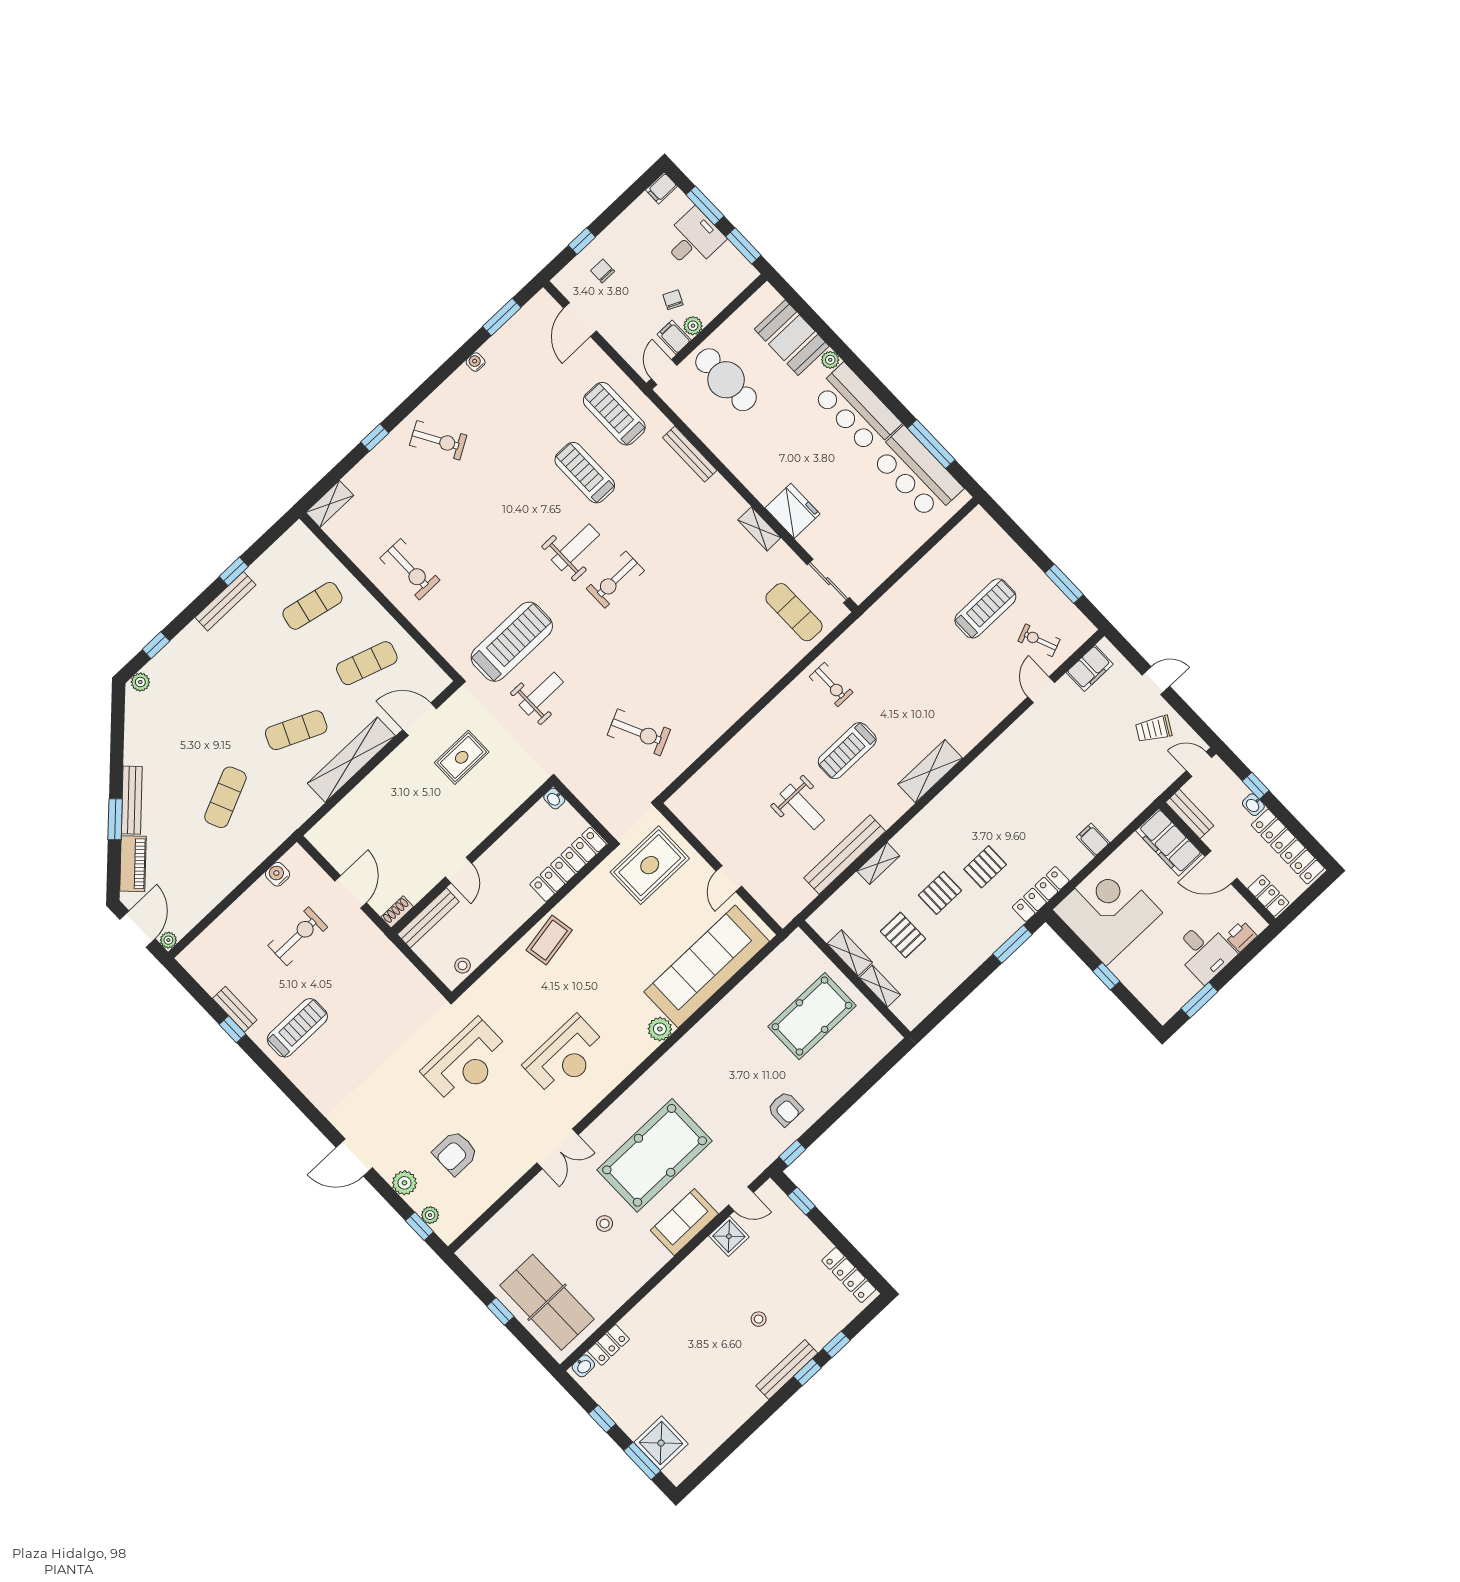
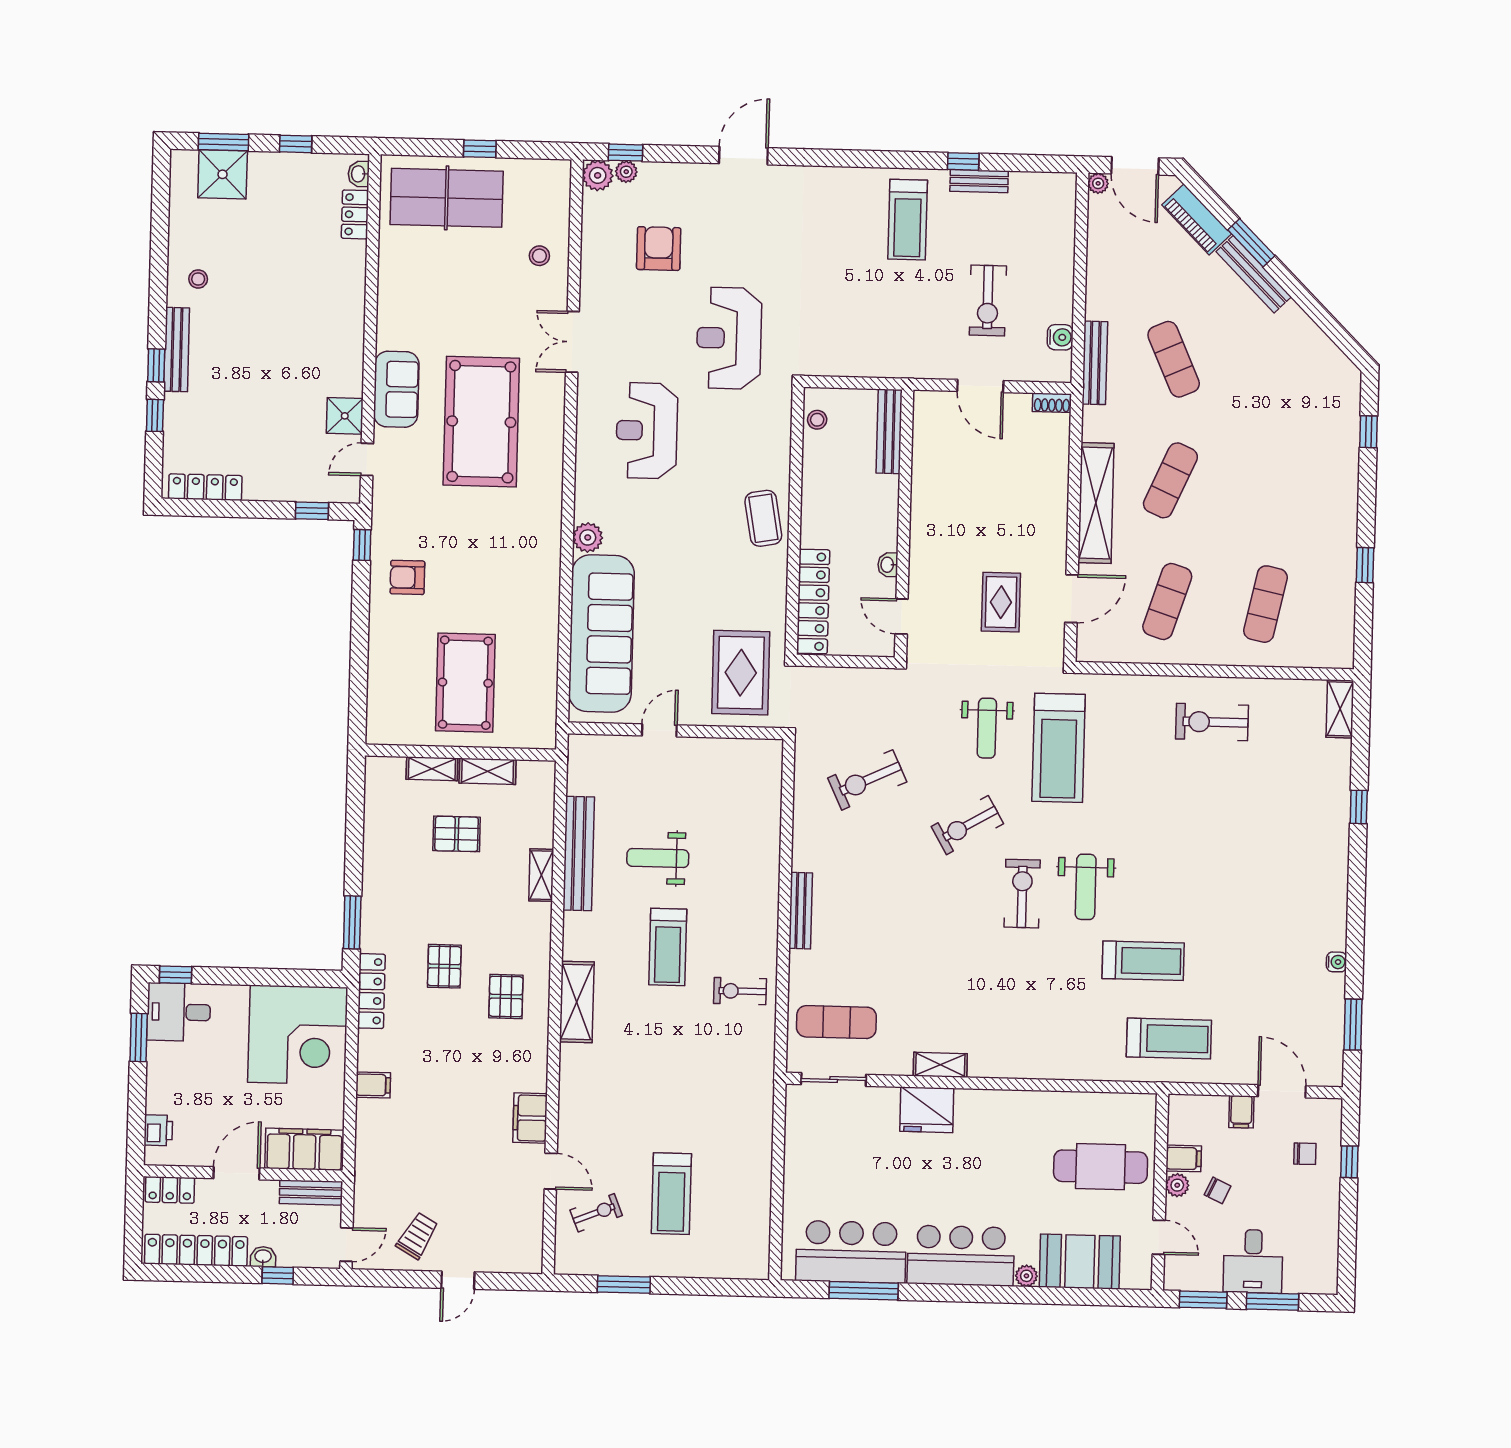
filing cabinet: (661, 188) -> (1241, 1112), moved, turned 180
door: (664, 372) -> (1159, 1237), moved
exercise bike: (438, 440) -> (967, 825), moved
bench: (690, 454) -> (801, 911), moved, turned 90
bench: (226, 601) -> (1095, 363), moved
filing cabinet: (1090, 668) -> (530, 1118), moved
plant: (140, 682) -> (1350, 386), removed
treadmill: (847, 751) -> (668, 947), turned 180
washbasin: (554, 799) -> (888, 565), moved, turned -90
door: (458, 870) -> (902, 616), moved
door: (729, 879) -> (659, 730), hinge flipped
pallet: (940, 893) -> (506, 997), moved
shoe rack: (397, 912) -> (1052, 403), moved, turned 90
desk: (1204, 952) -> (179, 1012), moved
window: (1106, 976) -> (176, 975), moved
plant: (404, 1183) -> (598, 175), moved
stool: (604, 1224) -> (539, 256), moved
stool: (759, 1319) -> (198, 279), moved

